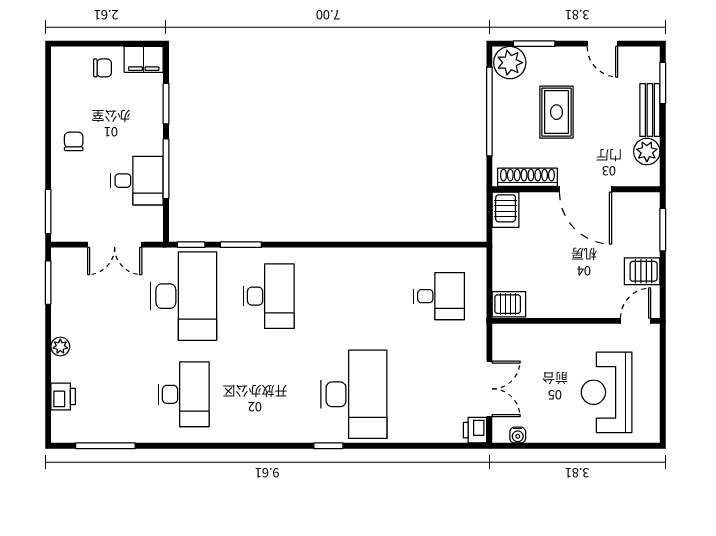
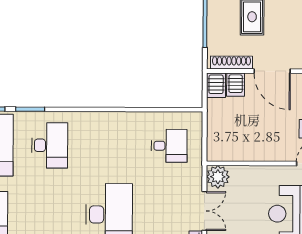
server rack: (509, 304) -> (236, 85), moved, turned 90
plant: (509, 340) -> (218, 177), added

